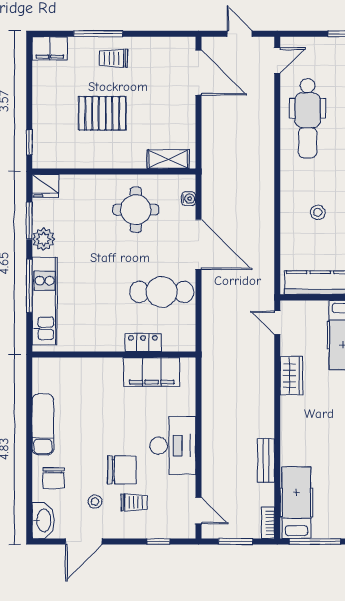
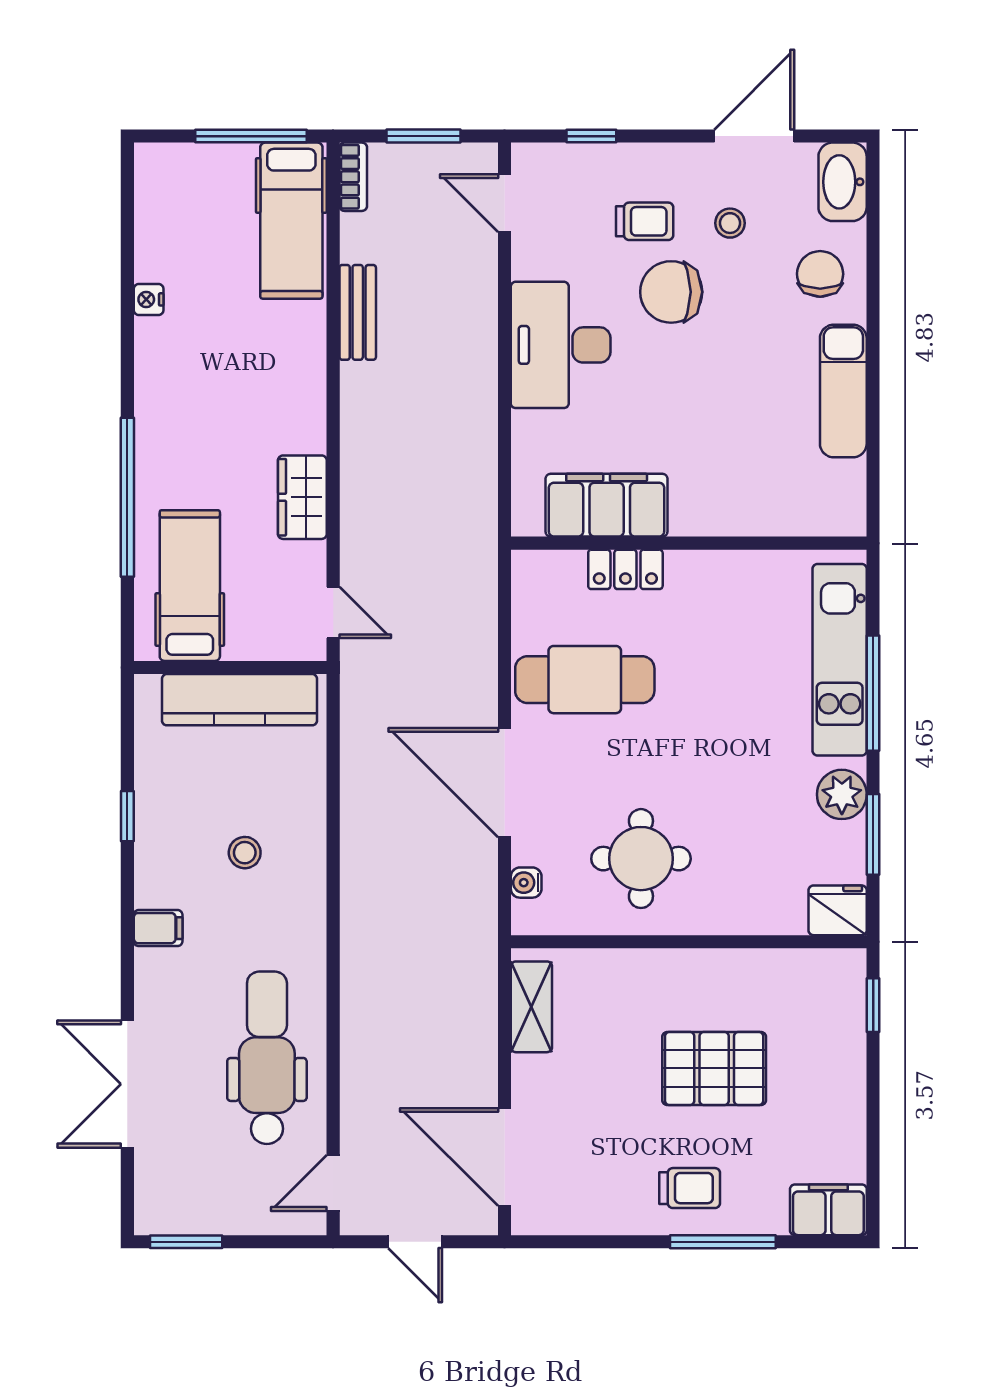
shelving: (168, 159) -> (531, 1007), moved, turned 90
trolley: (134, 502) -> (645, 221), turned 180

